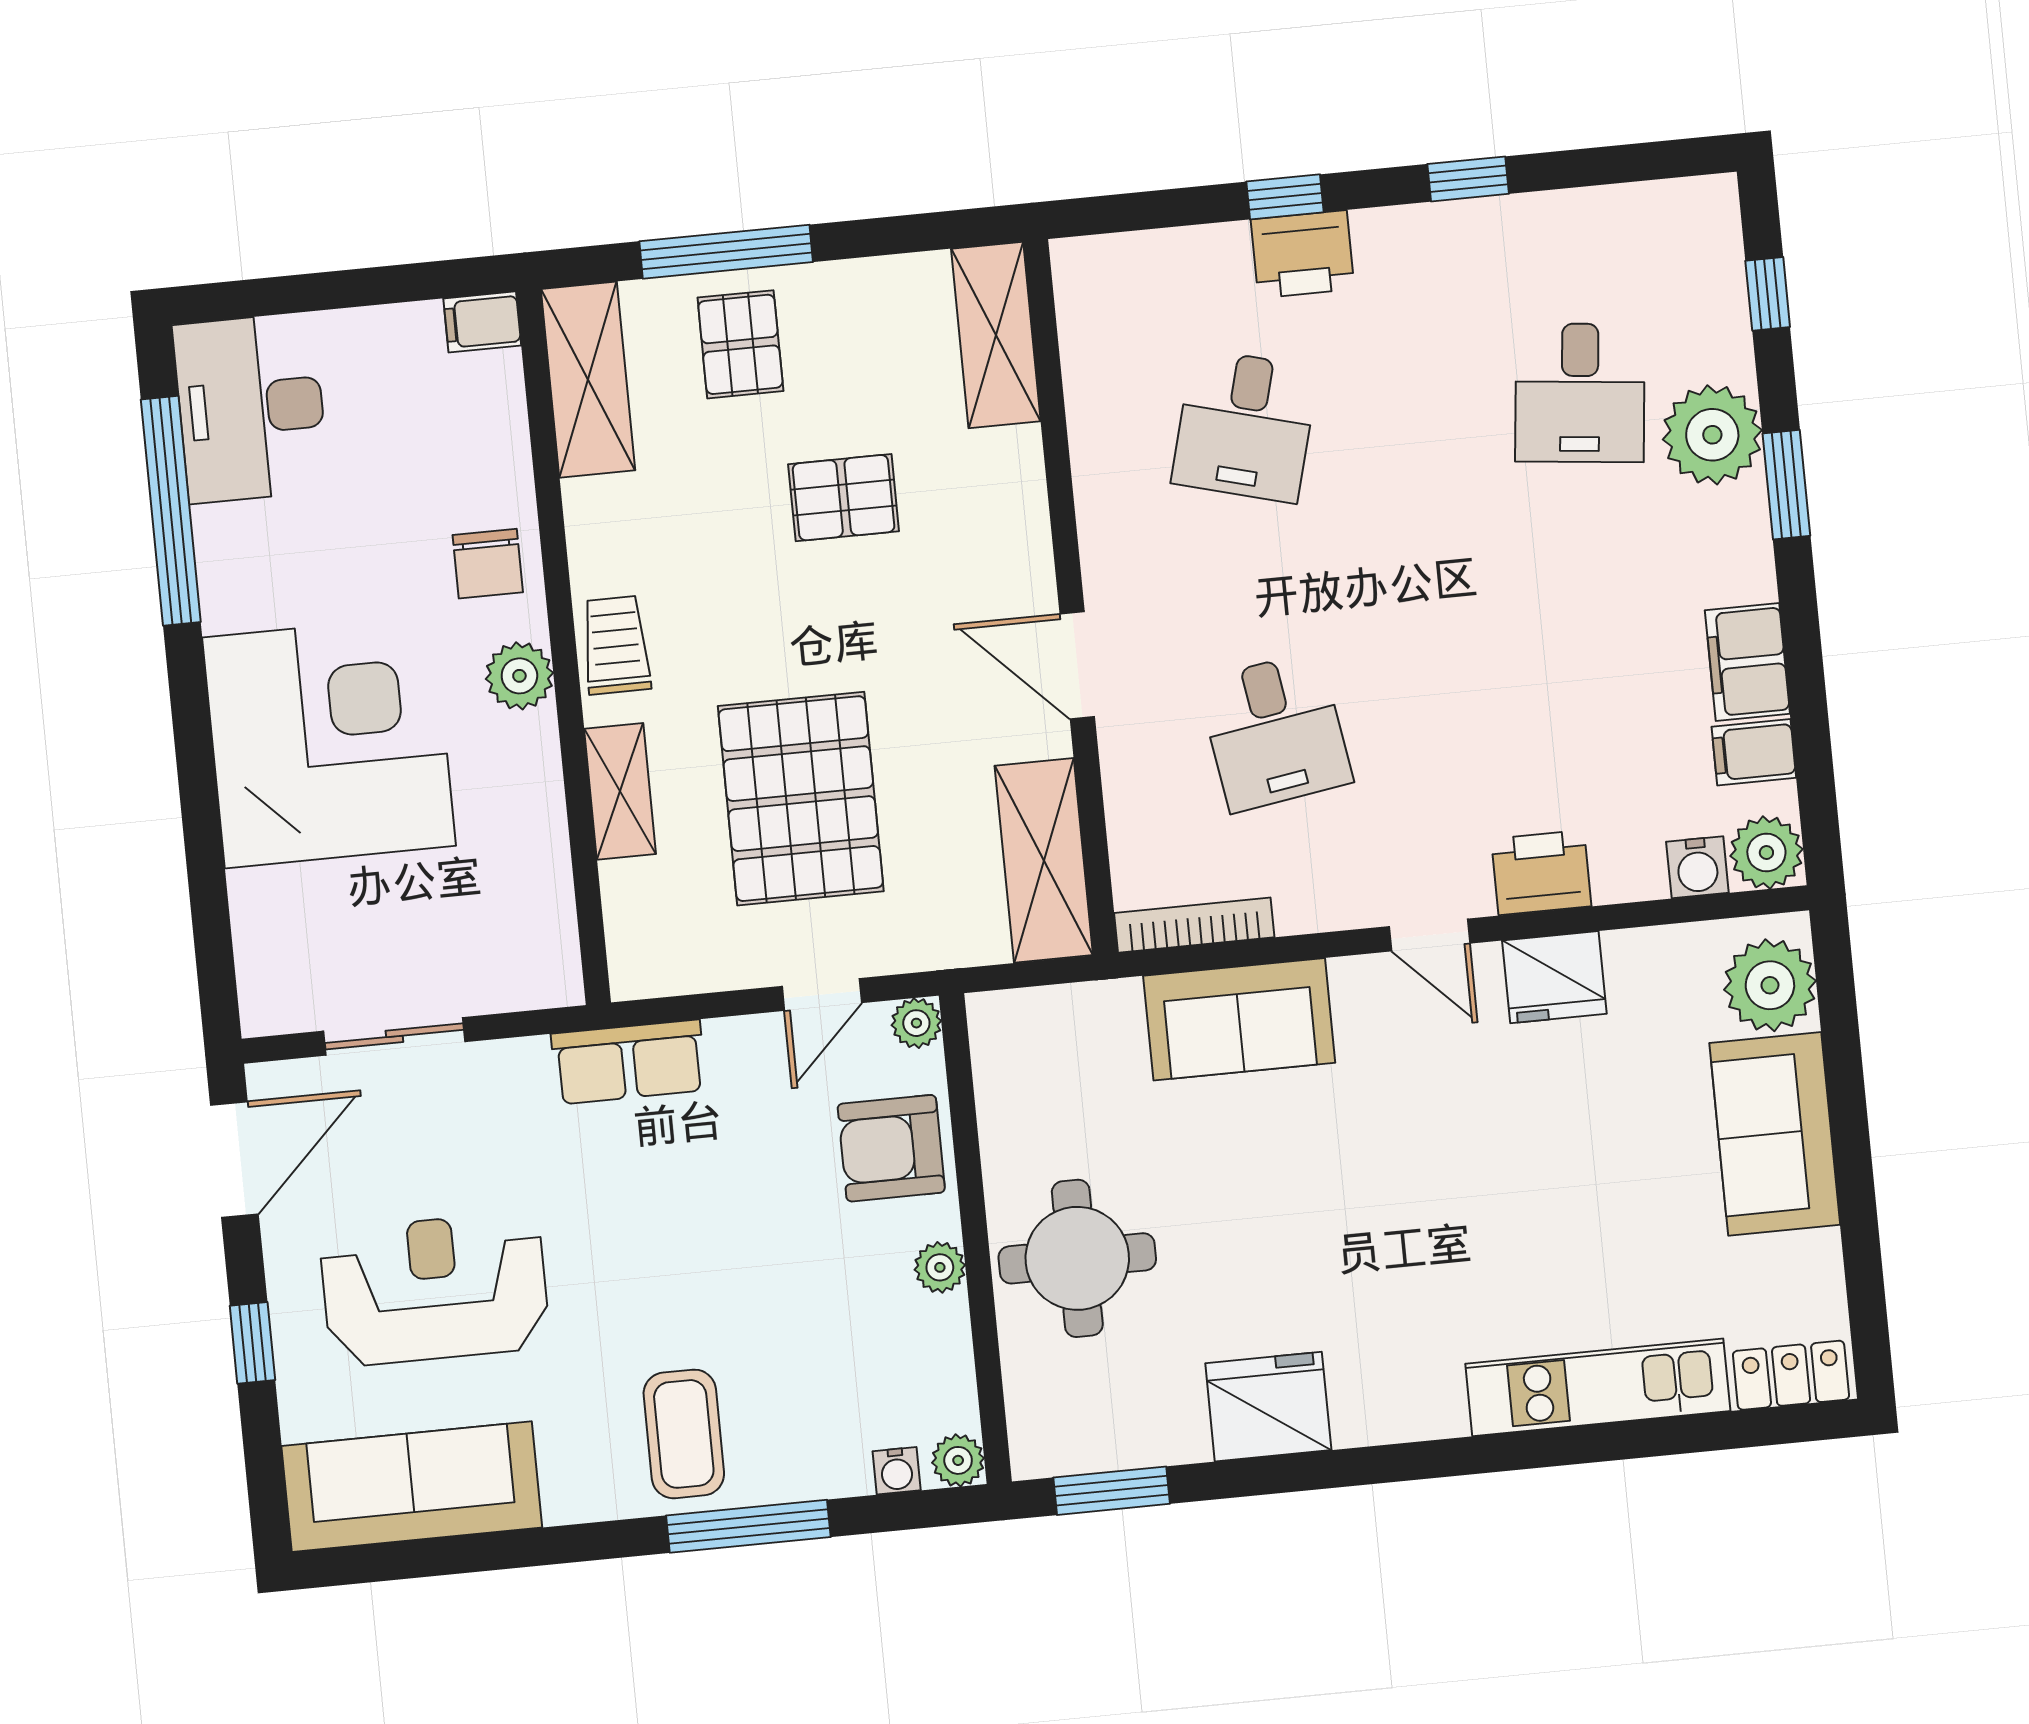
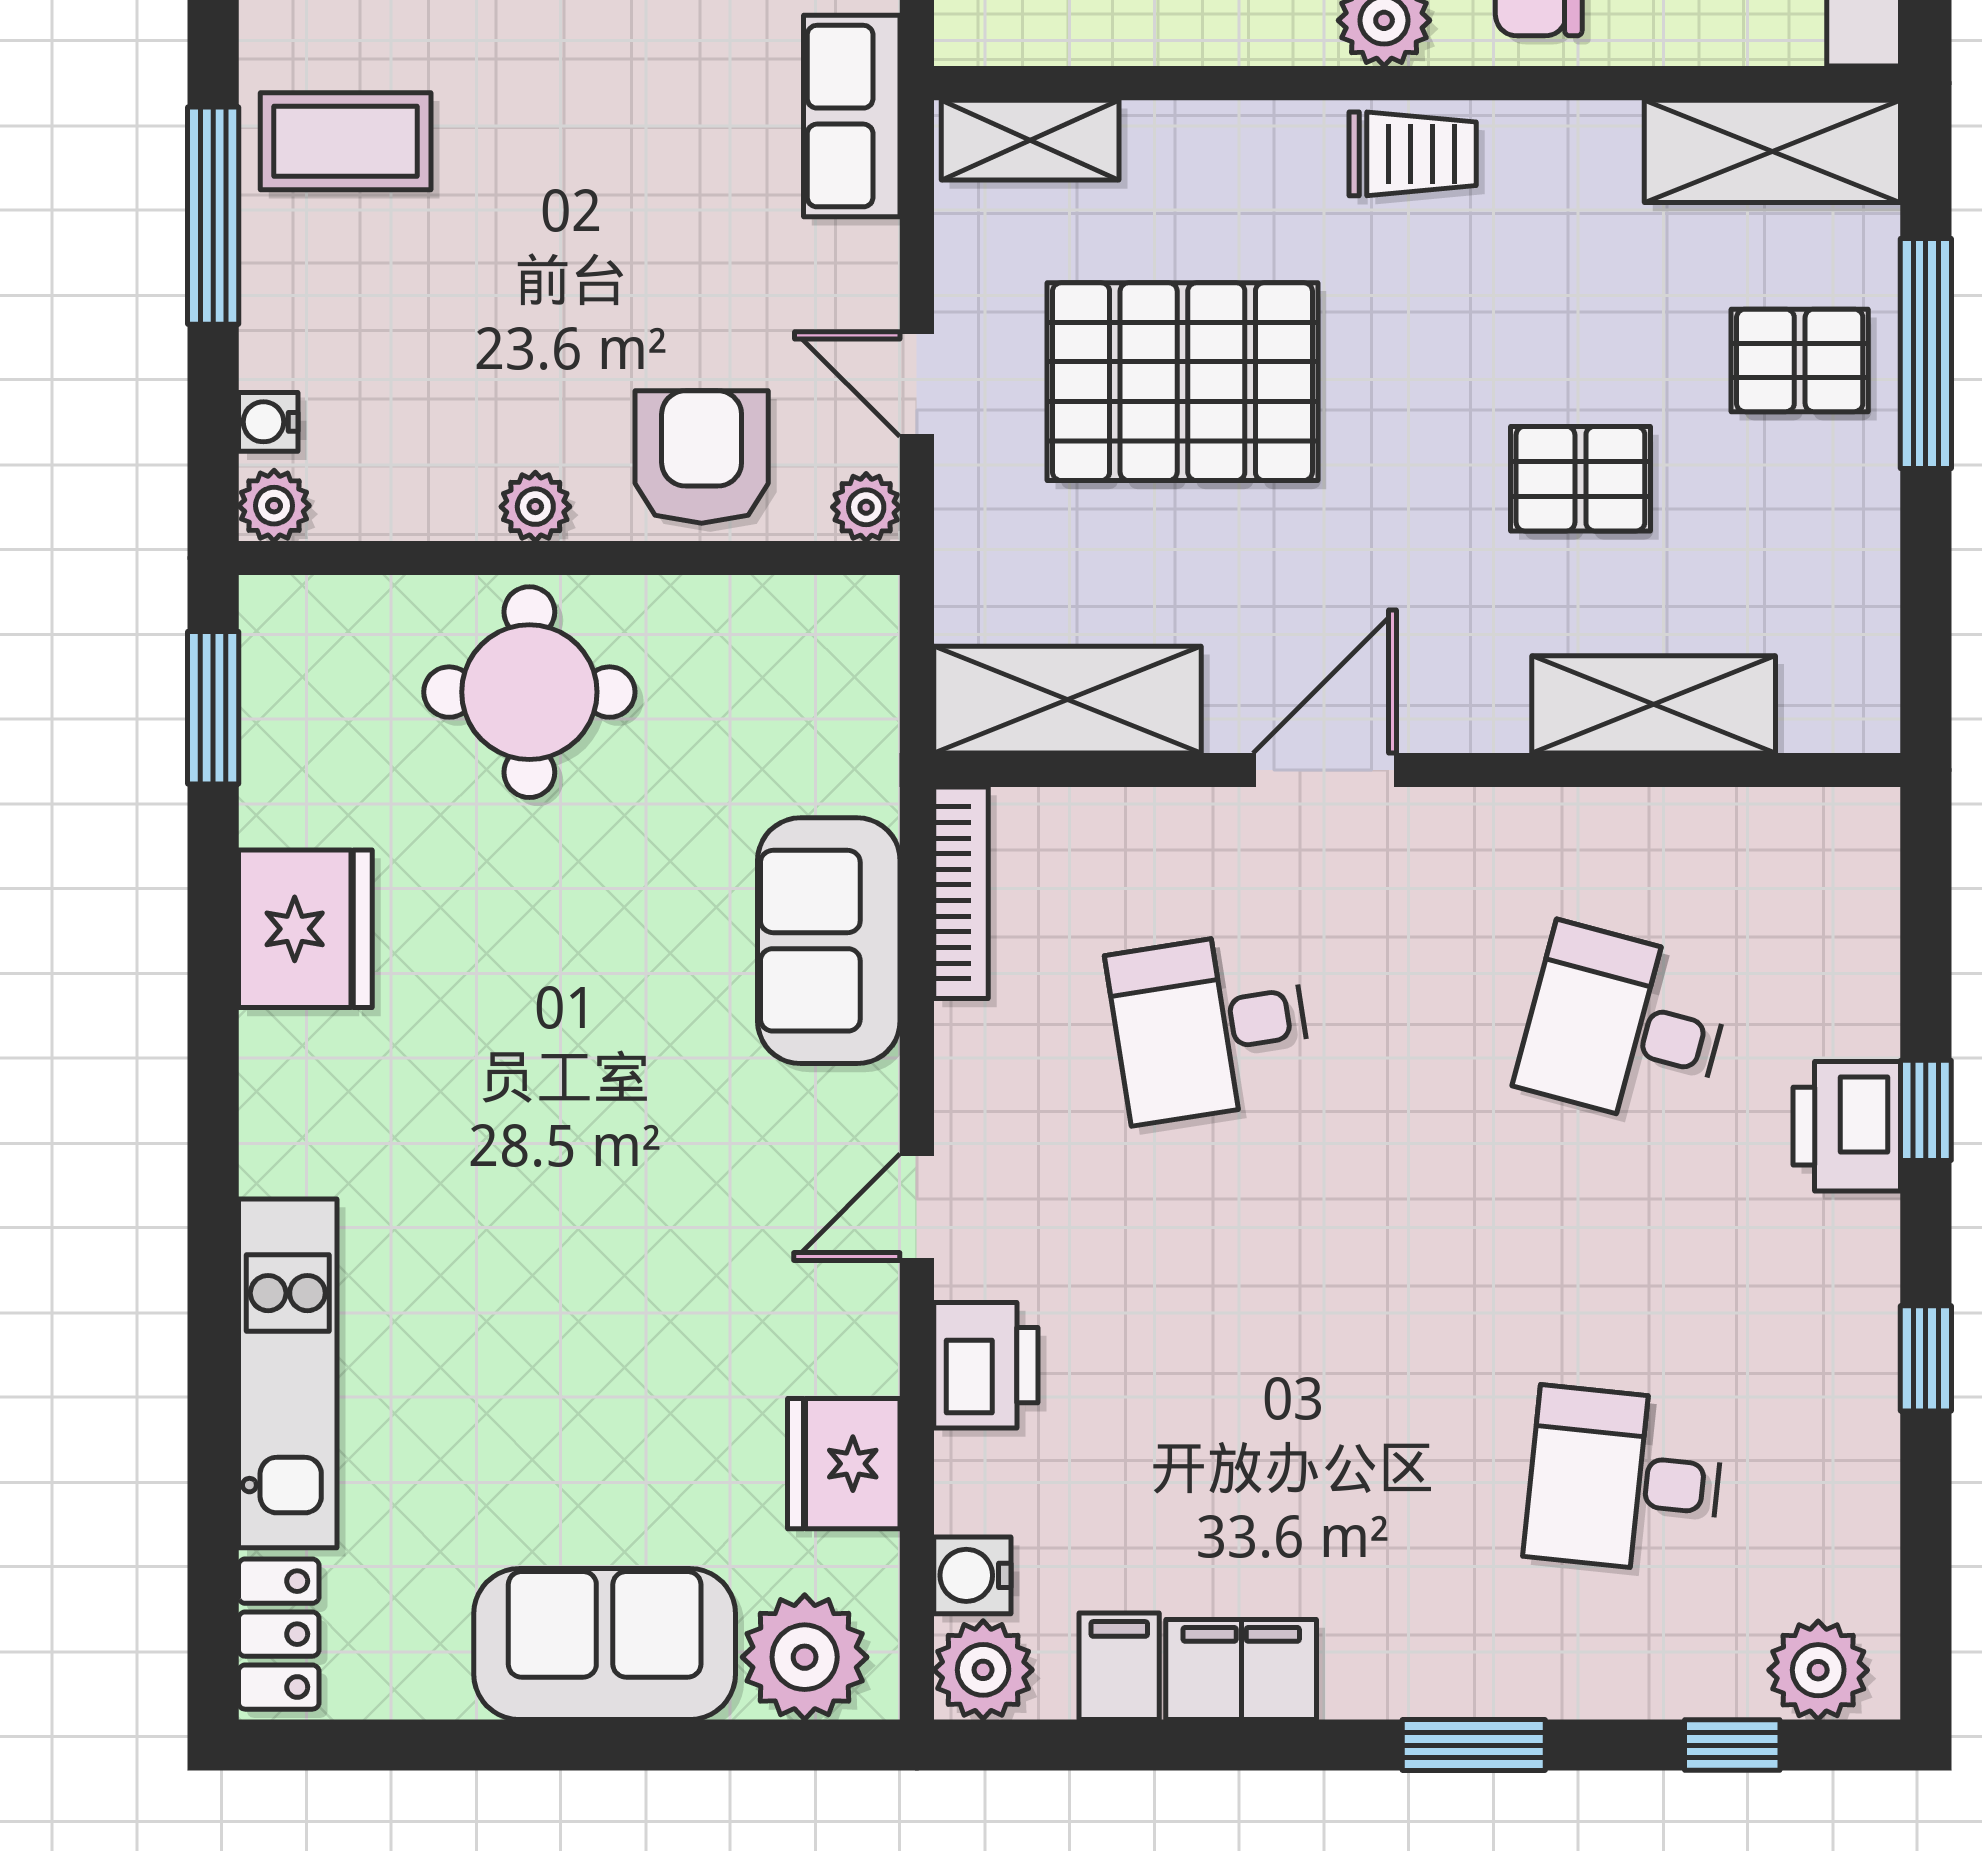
shelving: (996, 335) -> (1654, 704), moved
plant: (1712, 435) -> (1818, 1670), moved, width x0.73, depth x0.73
pallet: (844, 498) -> (1580, 479), turned 90
shelving: (620, 791) -> (1030, 140), moved
fridge: (1554, 977) -> (844, 1464), moved

